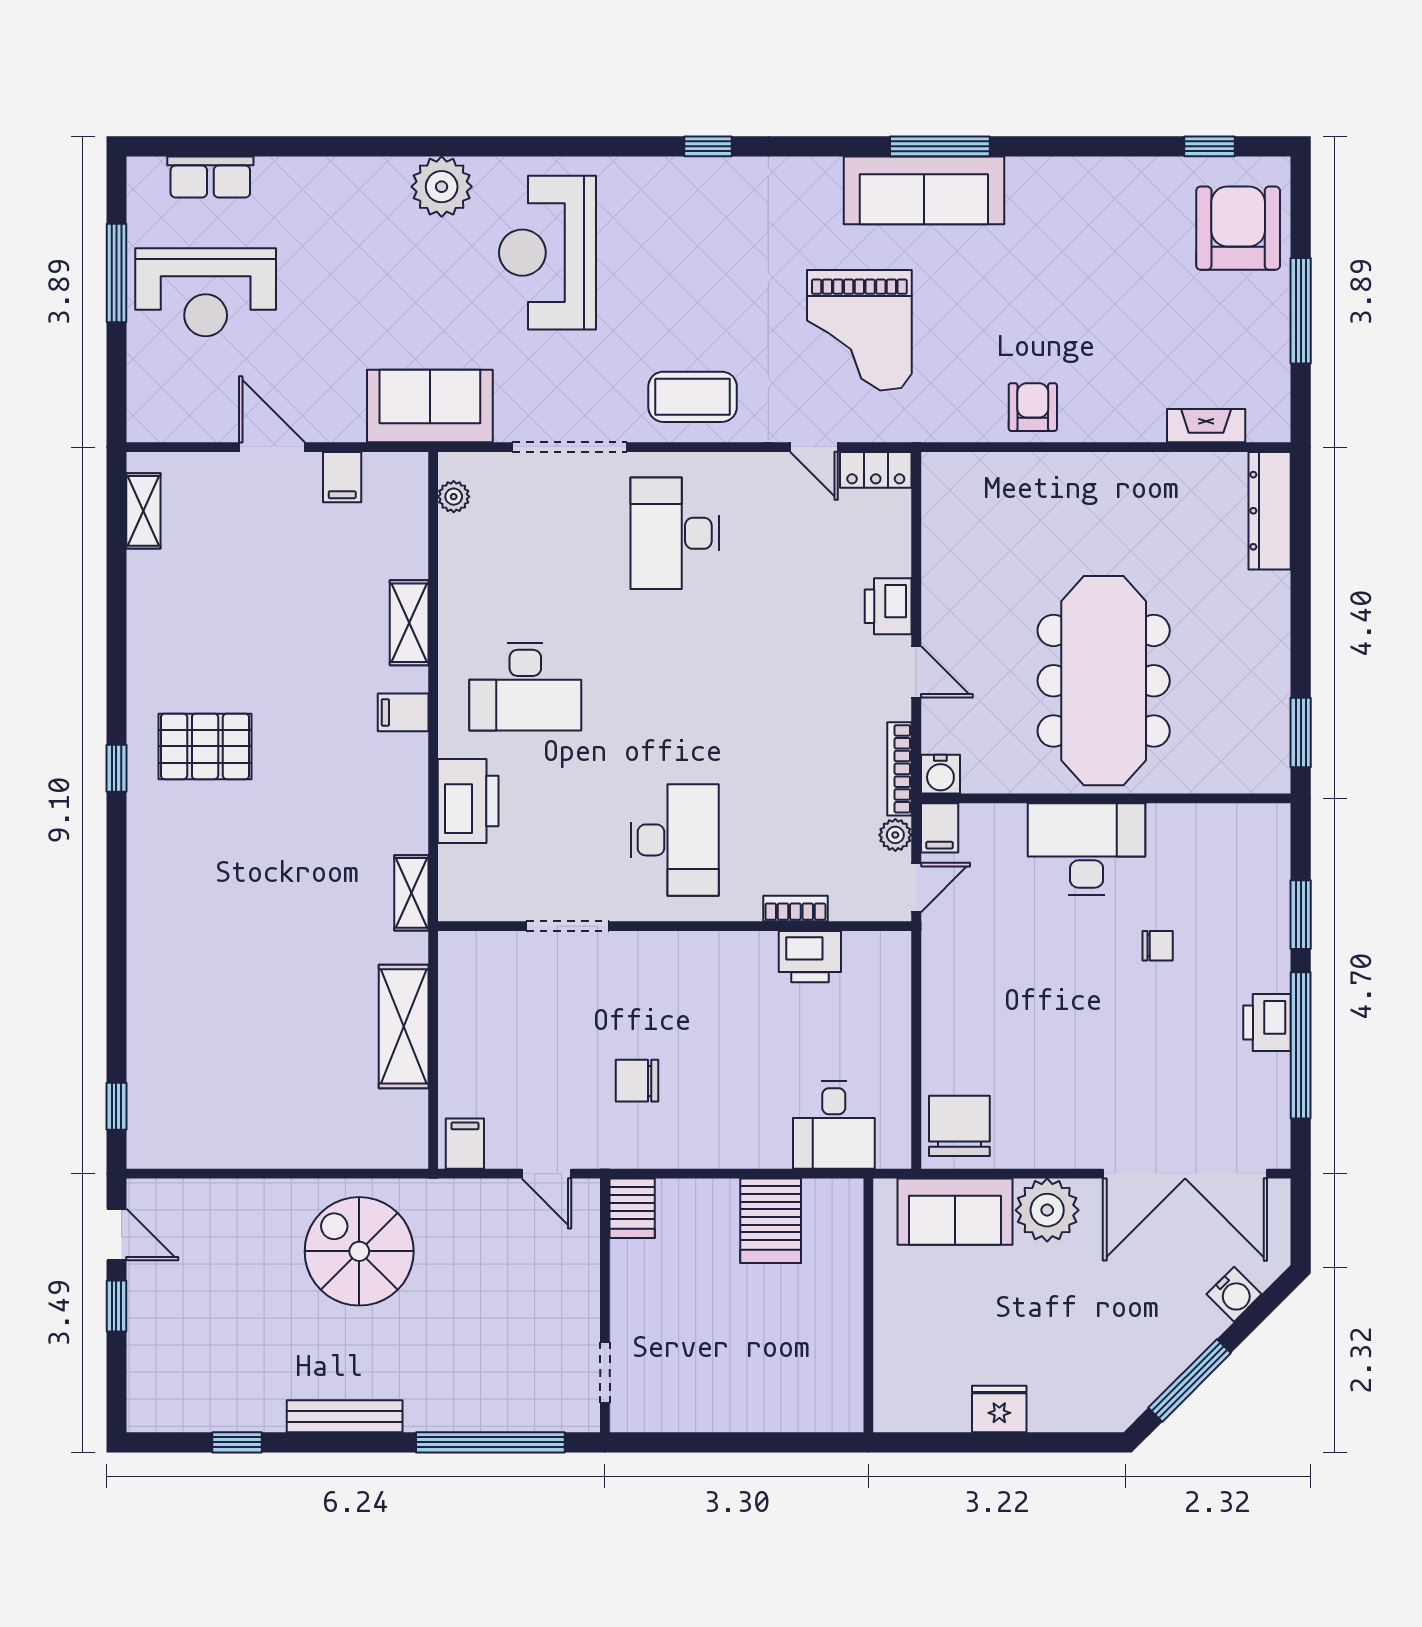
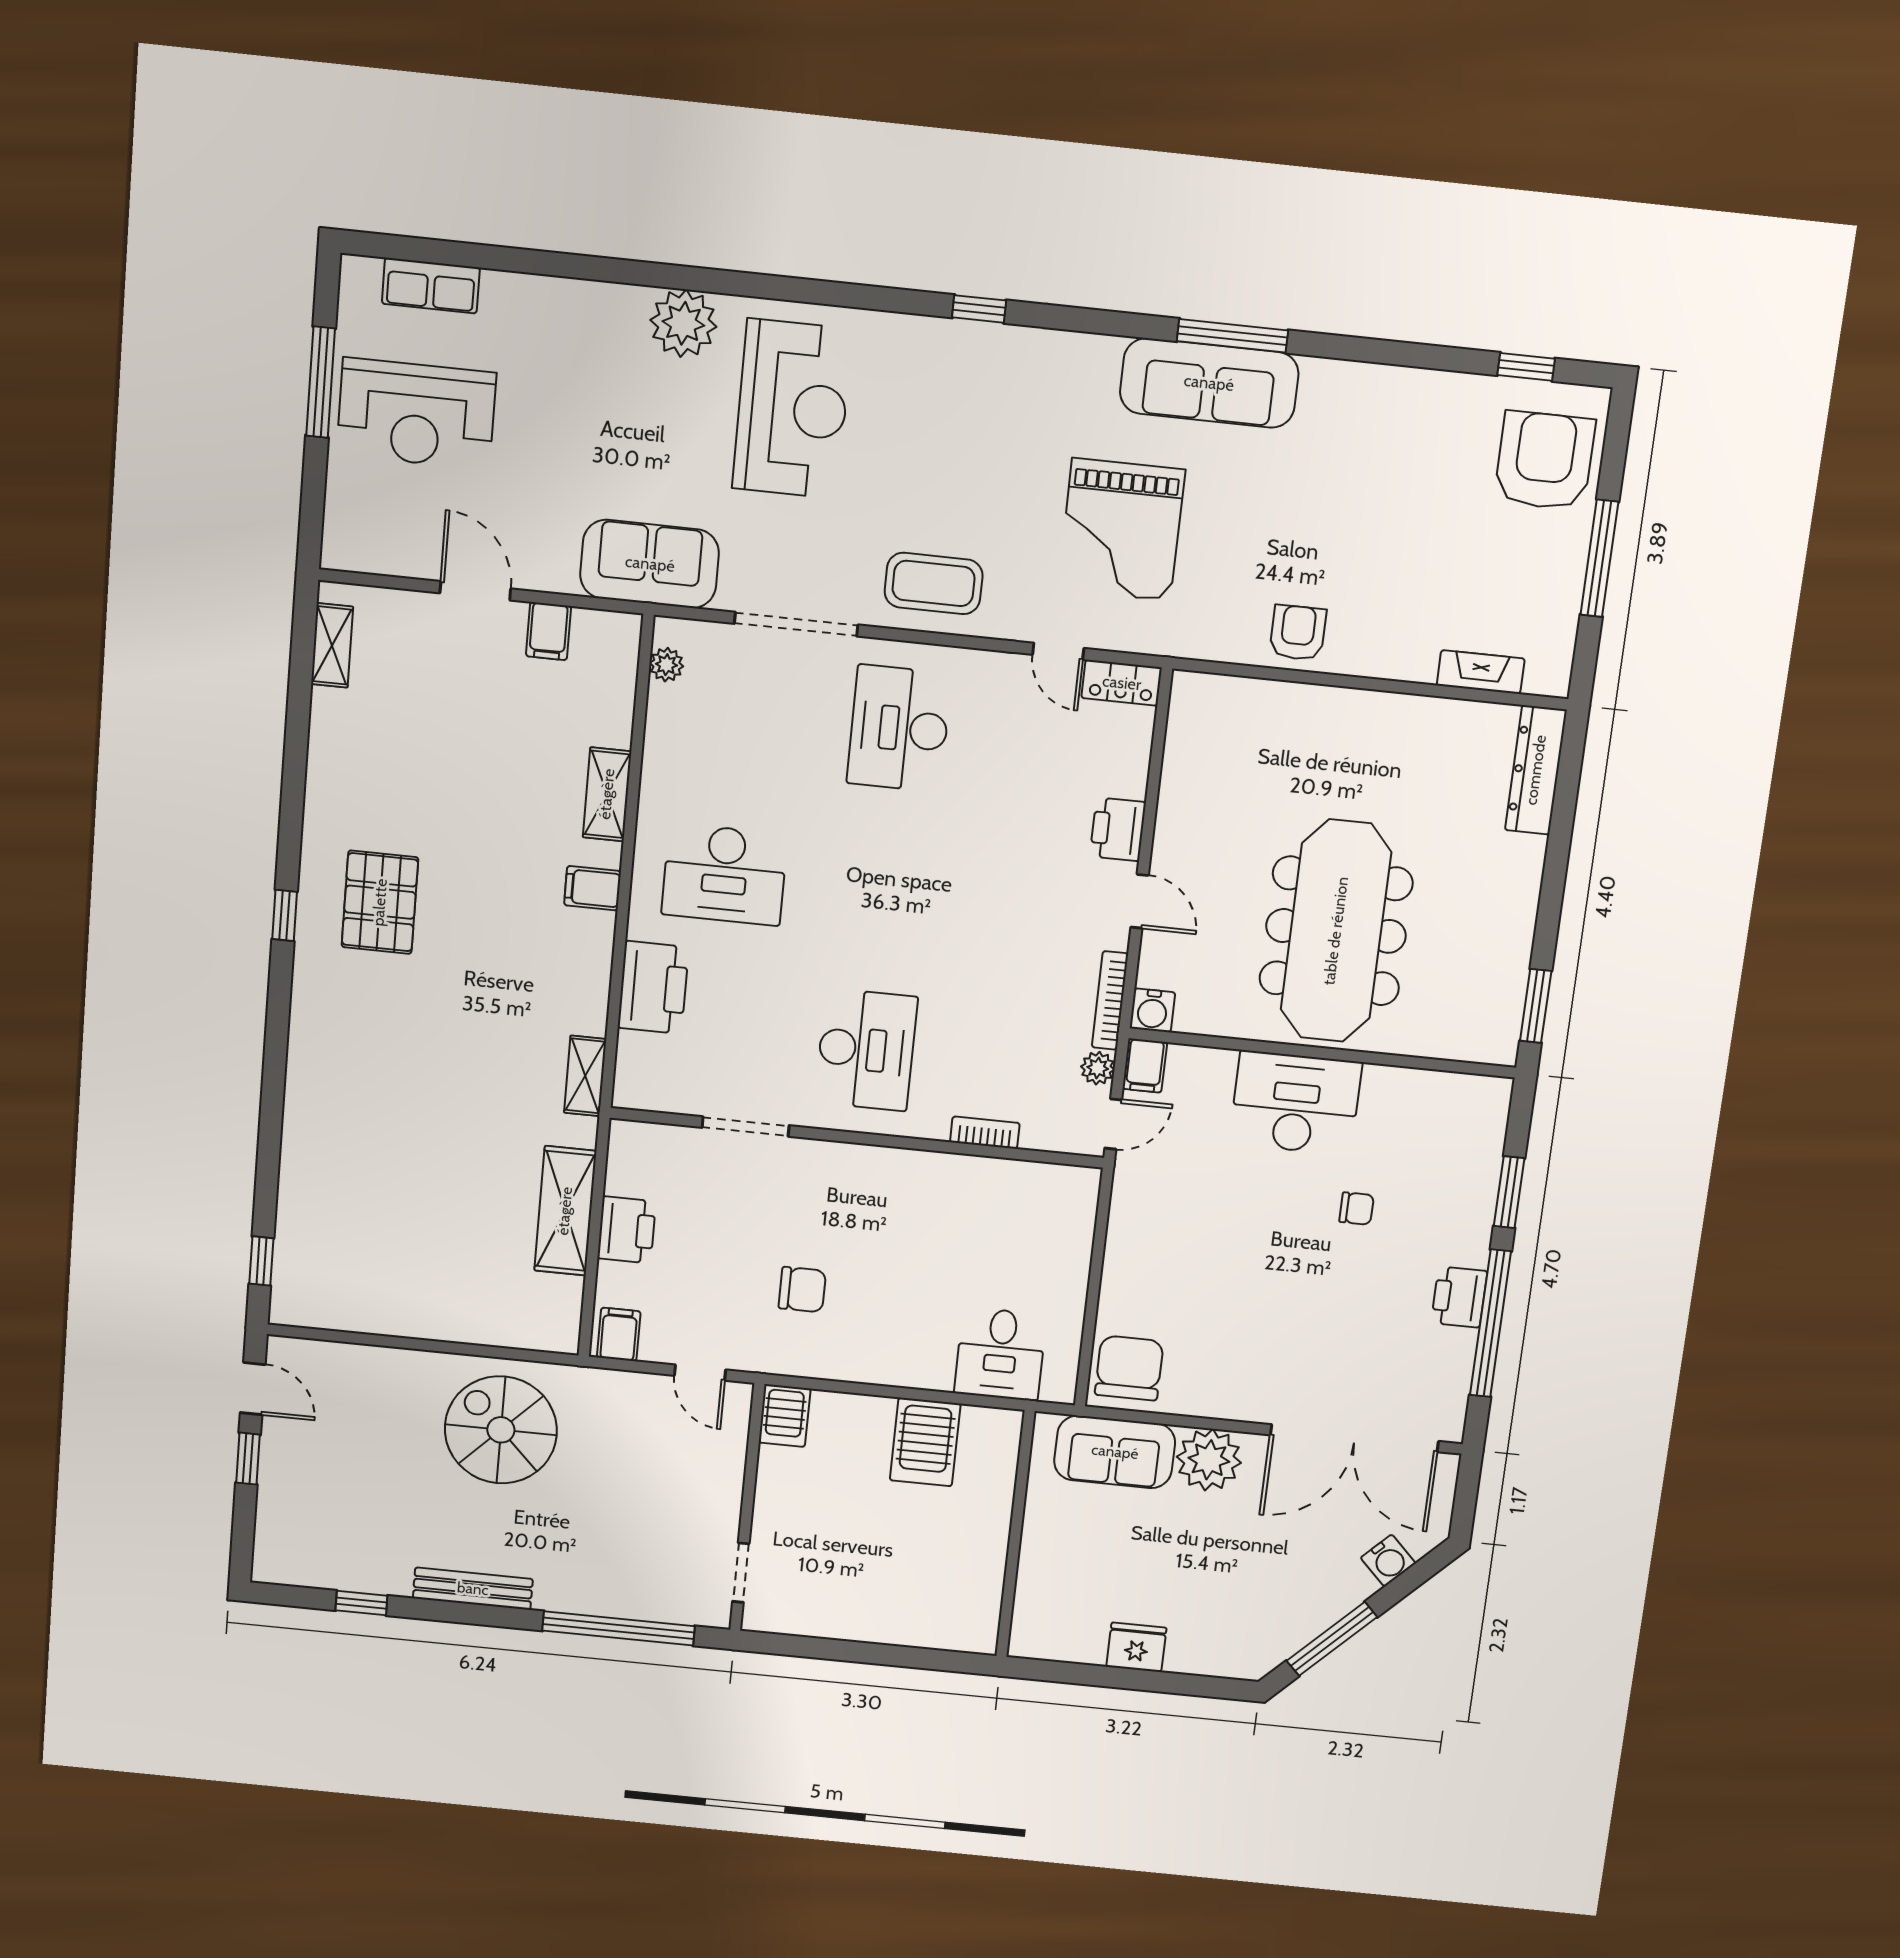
reception desk: (548, 253) -> (792, 409), turned 180
pallet: (205, 746) -> (380, 902), turned 90
printer: (810, 957) -> (627, 1230), moved, turned -90
chair: (637, 1081) -> (802, 1290), turned 180

